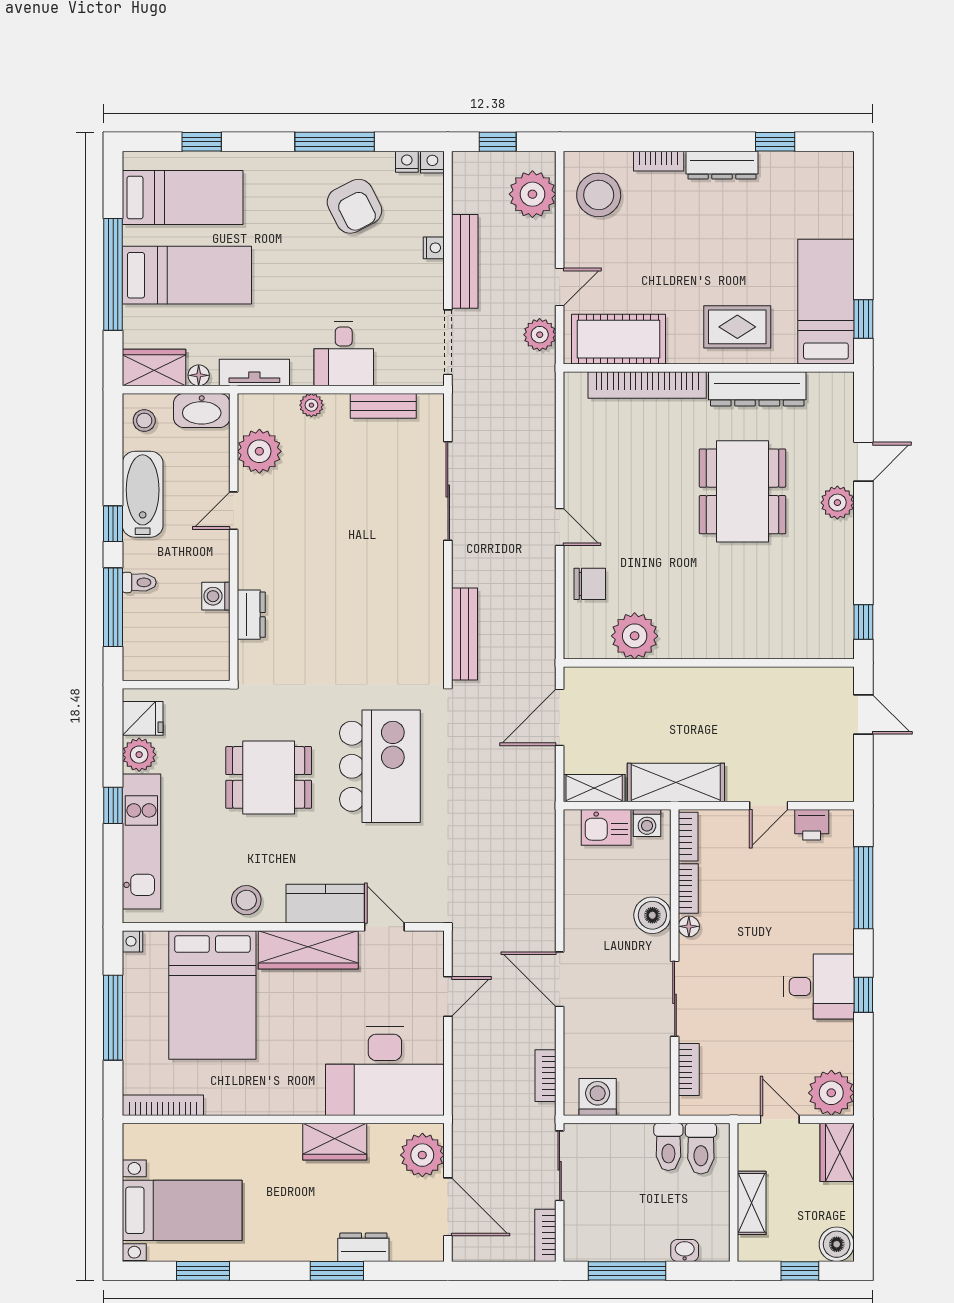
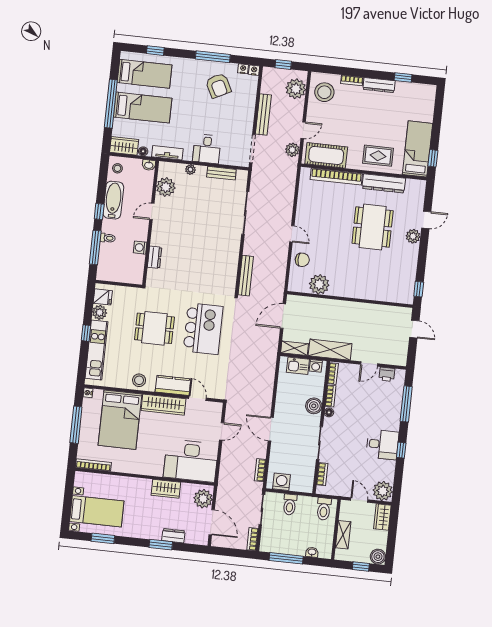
nightstand: (434, 248) -> (251, 107), removed
washbasin: (202, 410) -> (149, 165), width x0.52, depth x0.69
toilet: (668, 1147) -> (290, 505), moved

